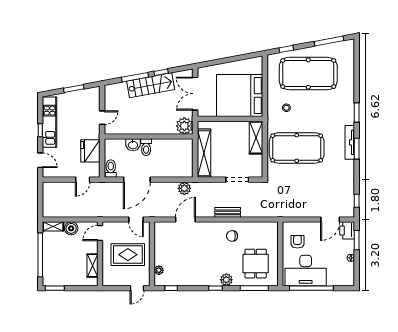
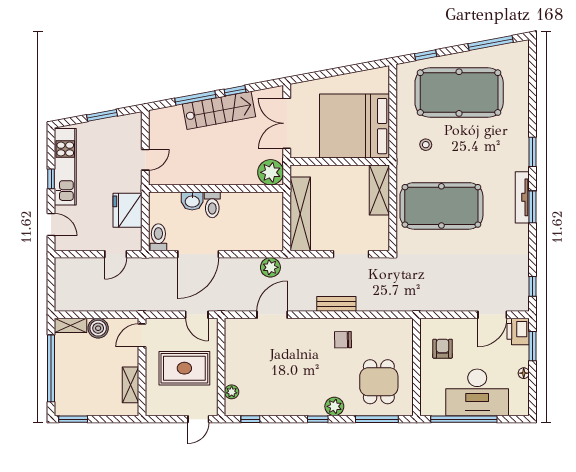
desk: (306, 270) -> (477, 392), moved

